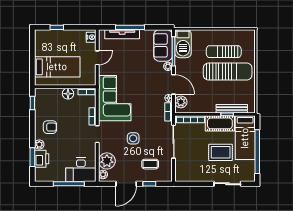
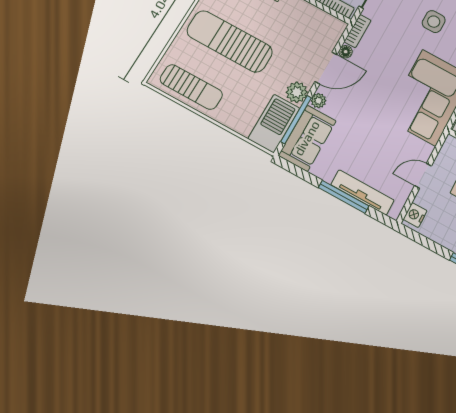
sun lounger: (224, 52) -> (191, 87), moved
door: (174, 84) -> (326, 68), swing flipped
plant: (181, 102) -> (297, 92), moved

